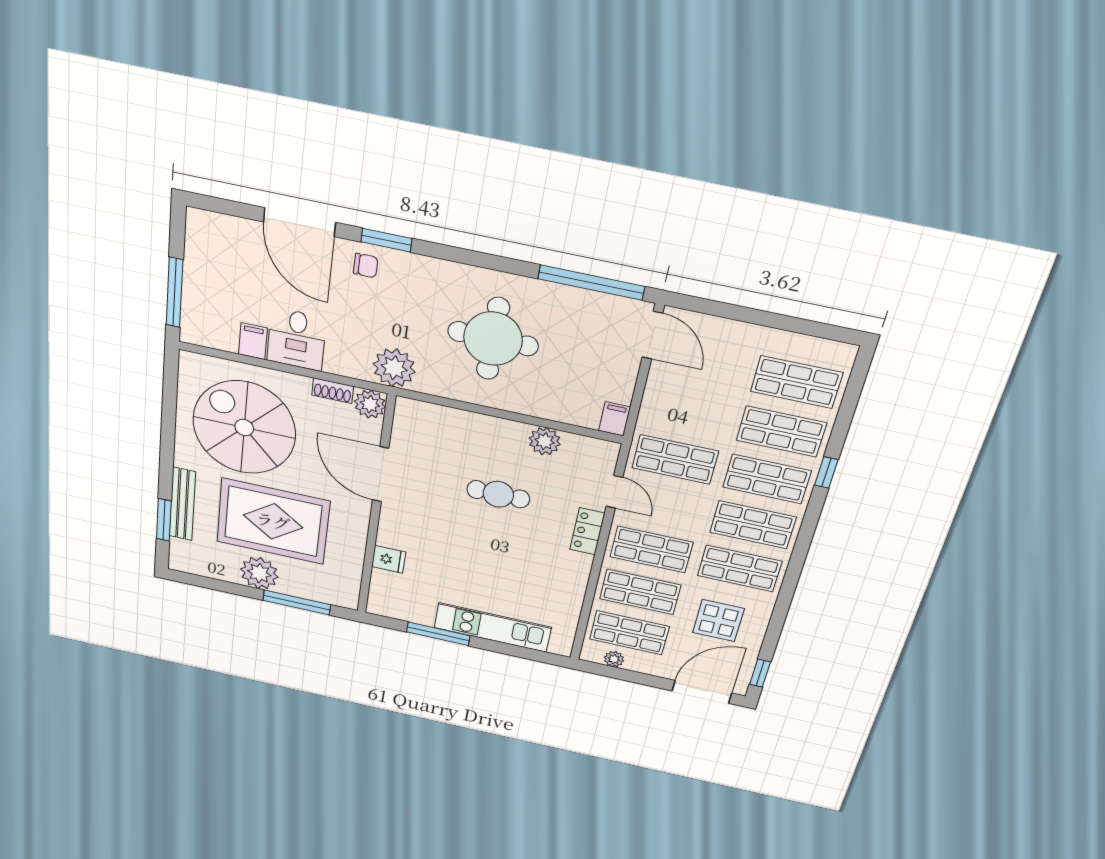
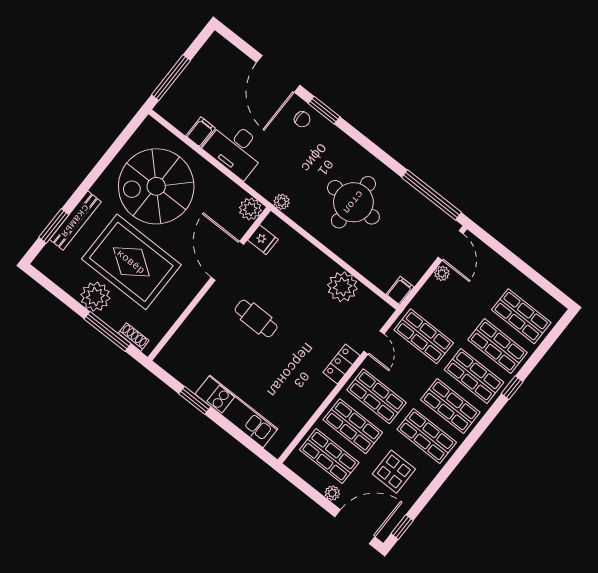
desk: (297, 339) -> (235, 149), width x1.37
plant: (394, 368) -> (282, 202), width x0.53, depth x0.53
plant: (659, 375) -> (442, 273), added
shoe rack: (333, 391) -> (134, 337), moved, turned 180
spiral stairs: (244, 428) -> (156, 186), turned -90
plant: (545, 441) -> (342, 287), width x1.36, depth x1.36
cafe table: (498, 494) -> (256, 318), moved
fridge: (389, 559) -> (263, 240), moved
window: (438, 634) -> (195, 400), width x0.69
plant: (614, 659) -> (332, 493), moved

